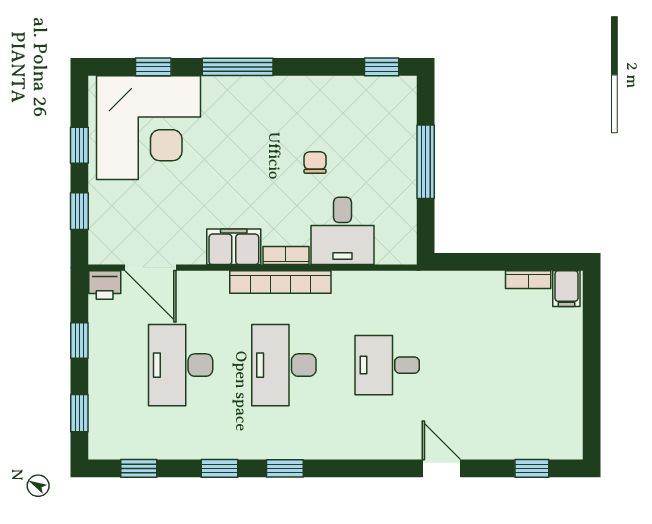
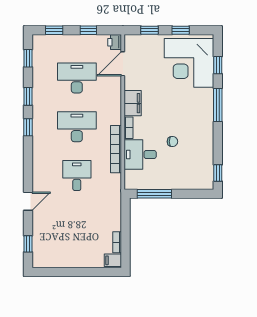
window: (426, 162) -> (154, 194), moved
bookcase: (280, 282) -> (116, 149), moved

